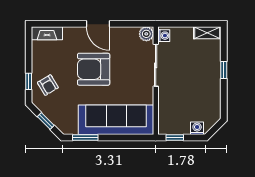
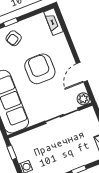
door: (98, 24) -> (82, 72), moved
washing machine: (164, 36) -> (87, 113), removed

